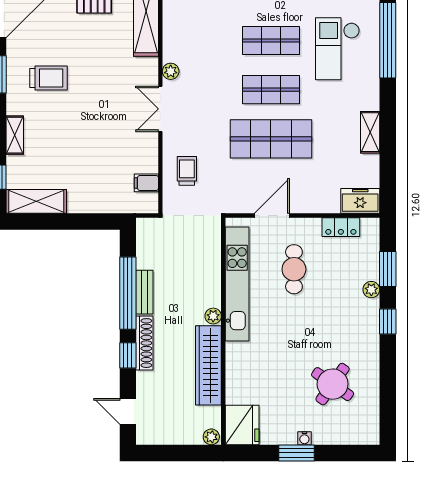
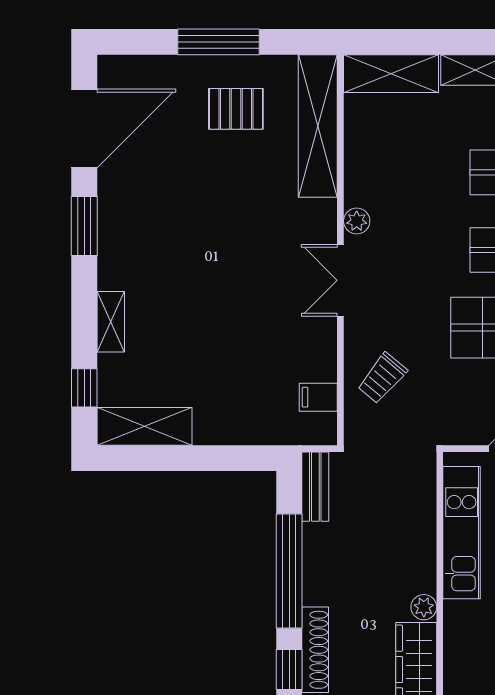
trolley: (49, 78) -> (164, 231), removed
trolley: (187, 171) -> (382, 378), turned -140
kitchen unit: (237, 284) -> (462, 533), width x0.73
bench: (144, 292) -> (315, 487), moved

